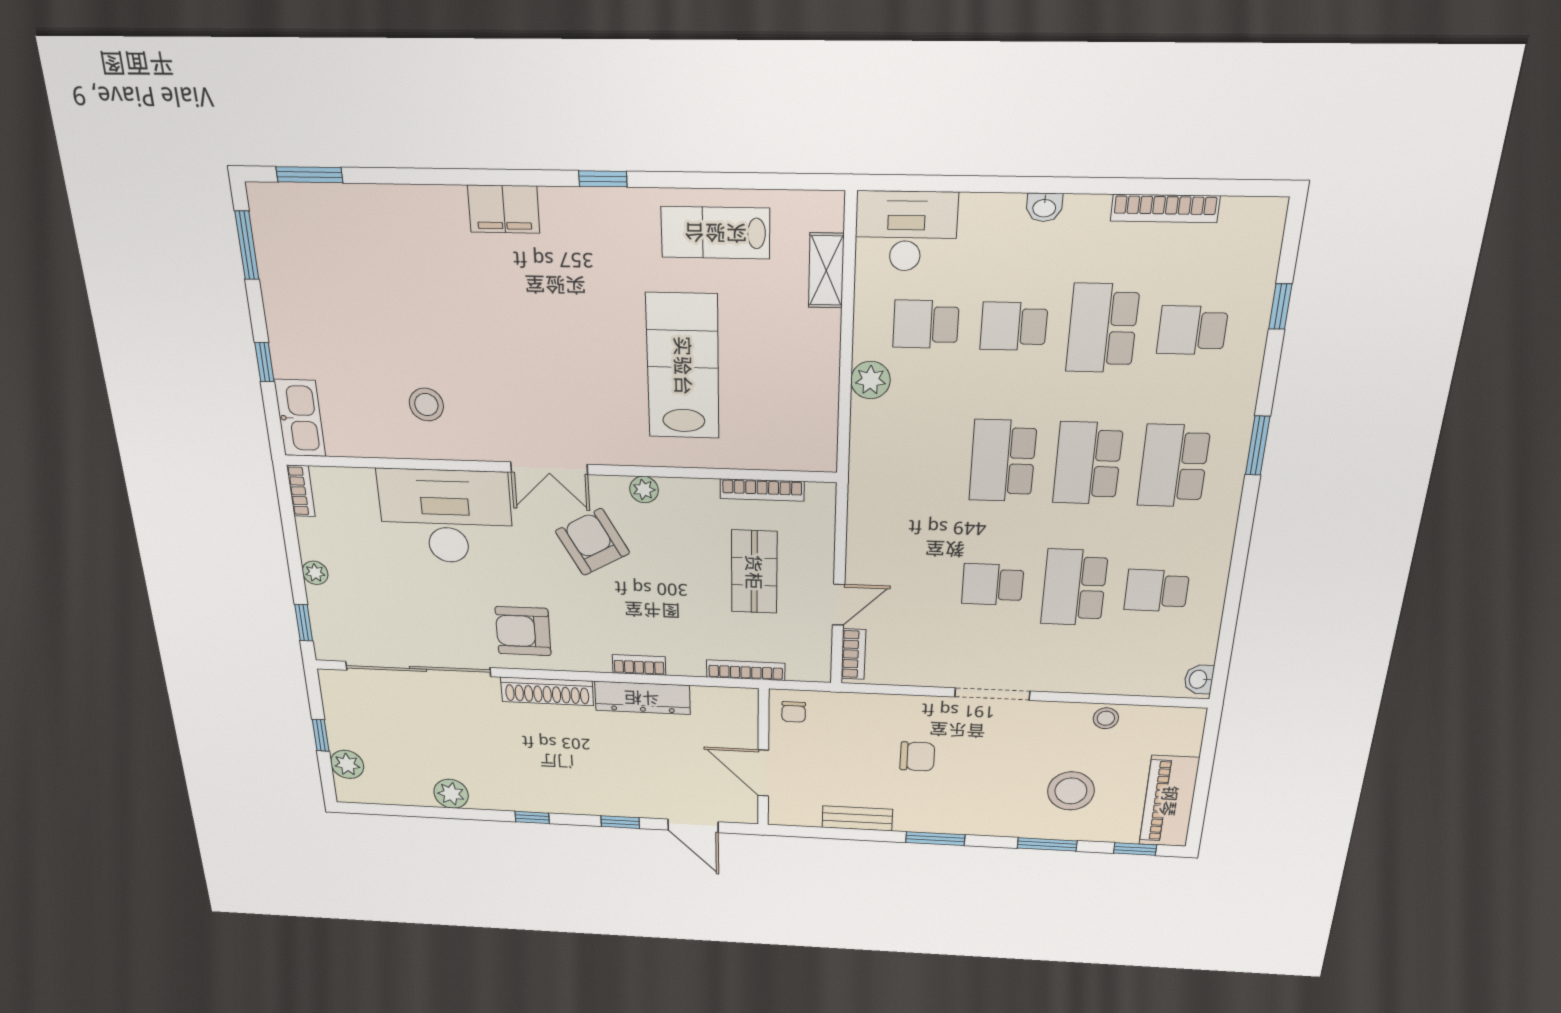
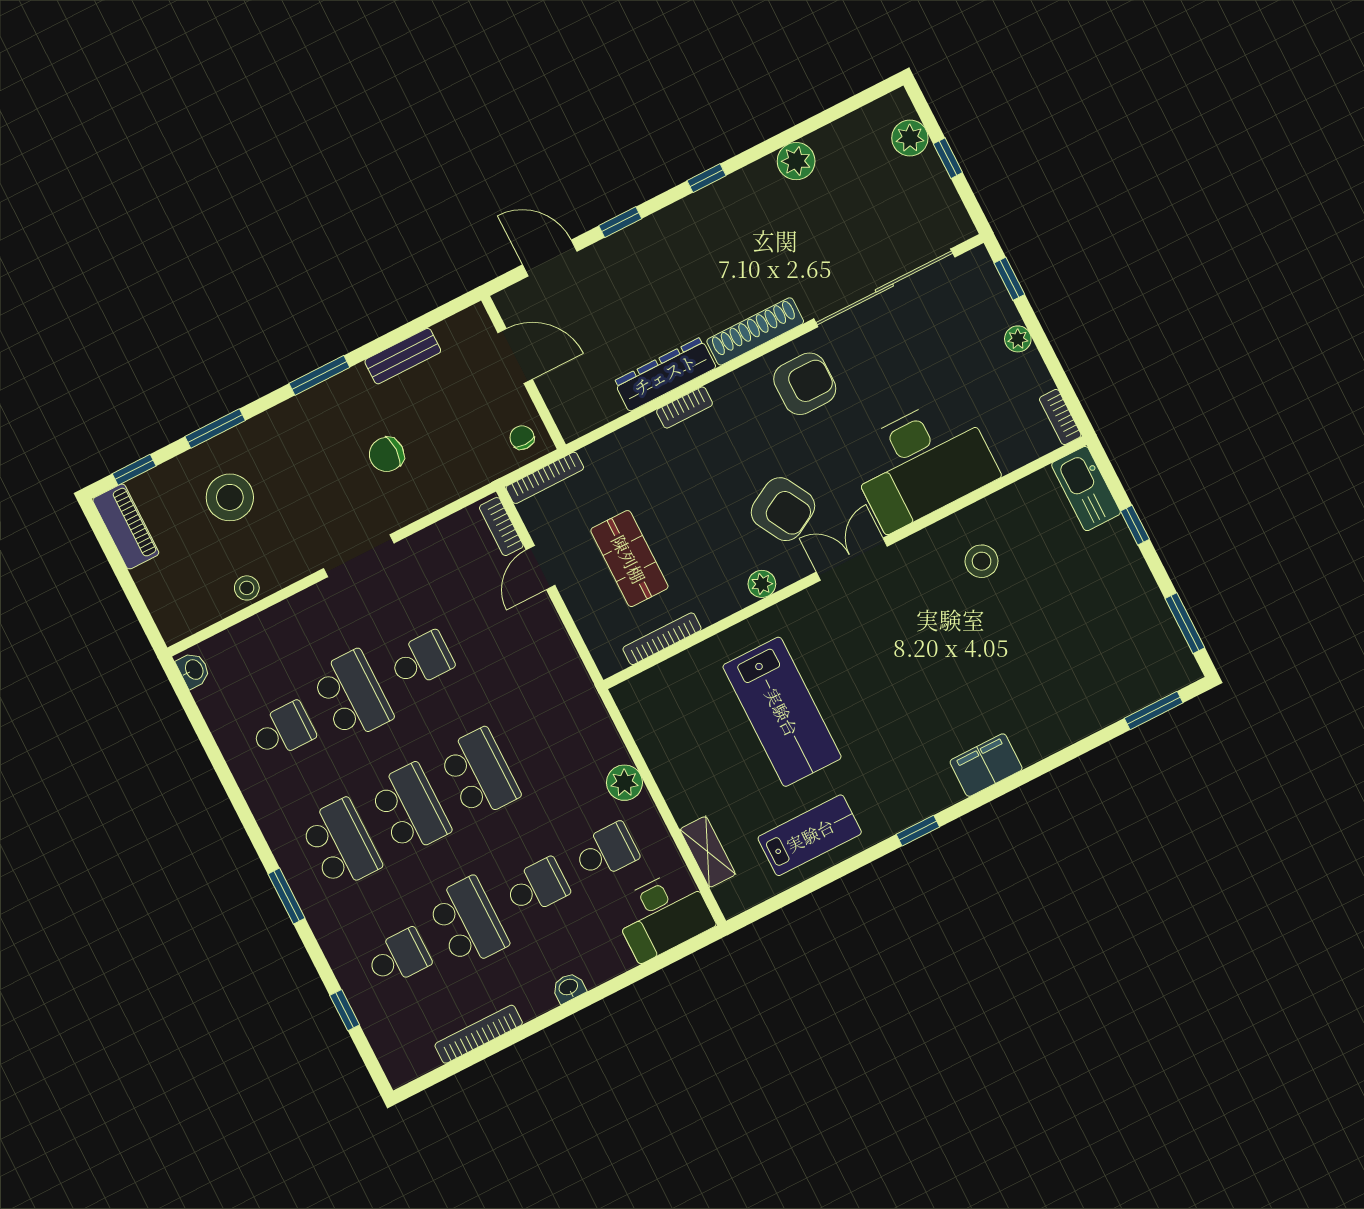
bookcase: (746, 670) -> (545, 478), moved
piano: (1169, 801) -> (126, 526), width x0.73, depth x0.75

